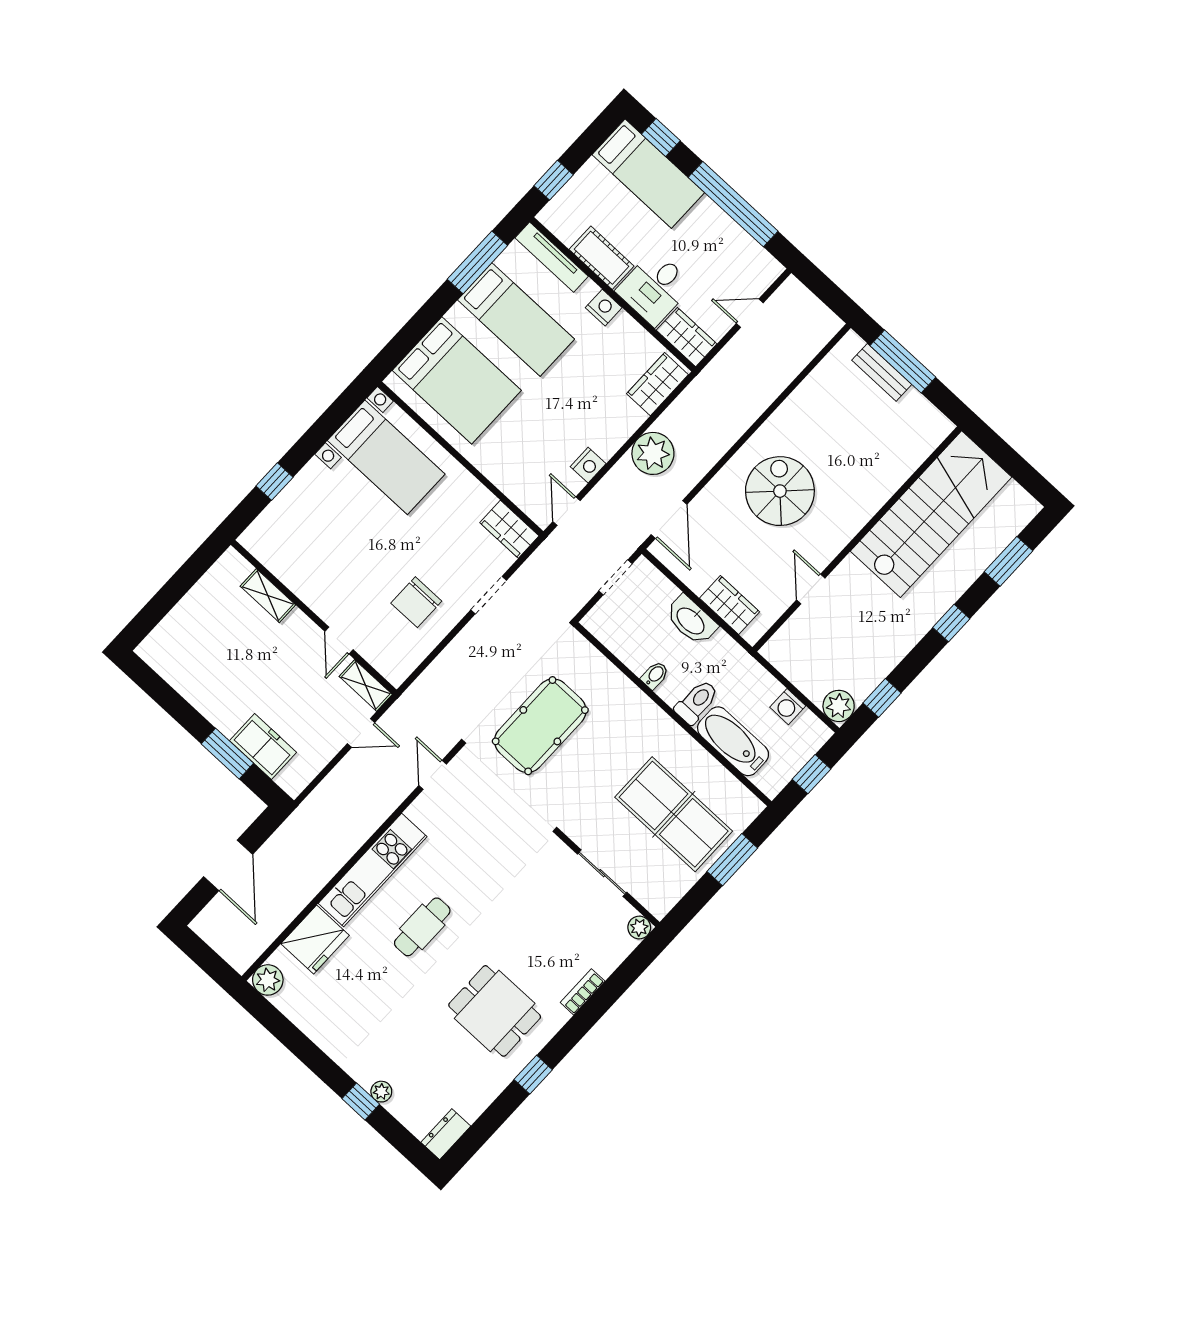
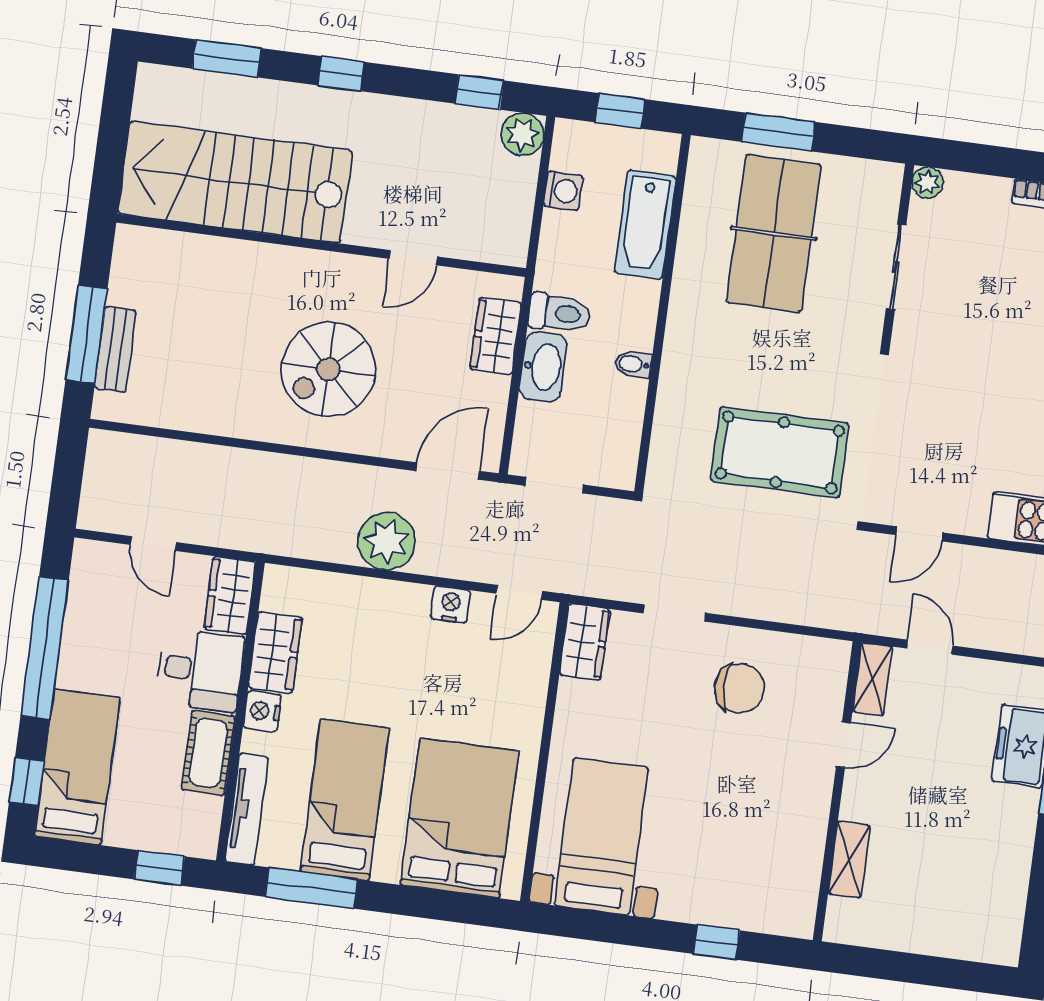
wardrobe: (657, 384) -> (275, 652), moved, turned -90
toilet: (697, 702) -> (559, 313), moved, turned 180

